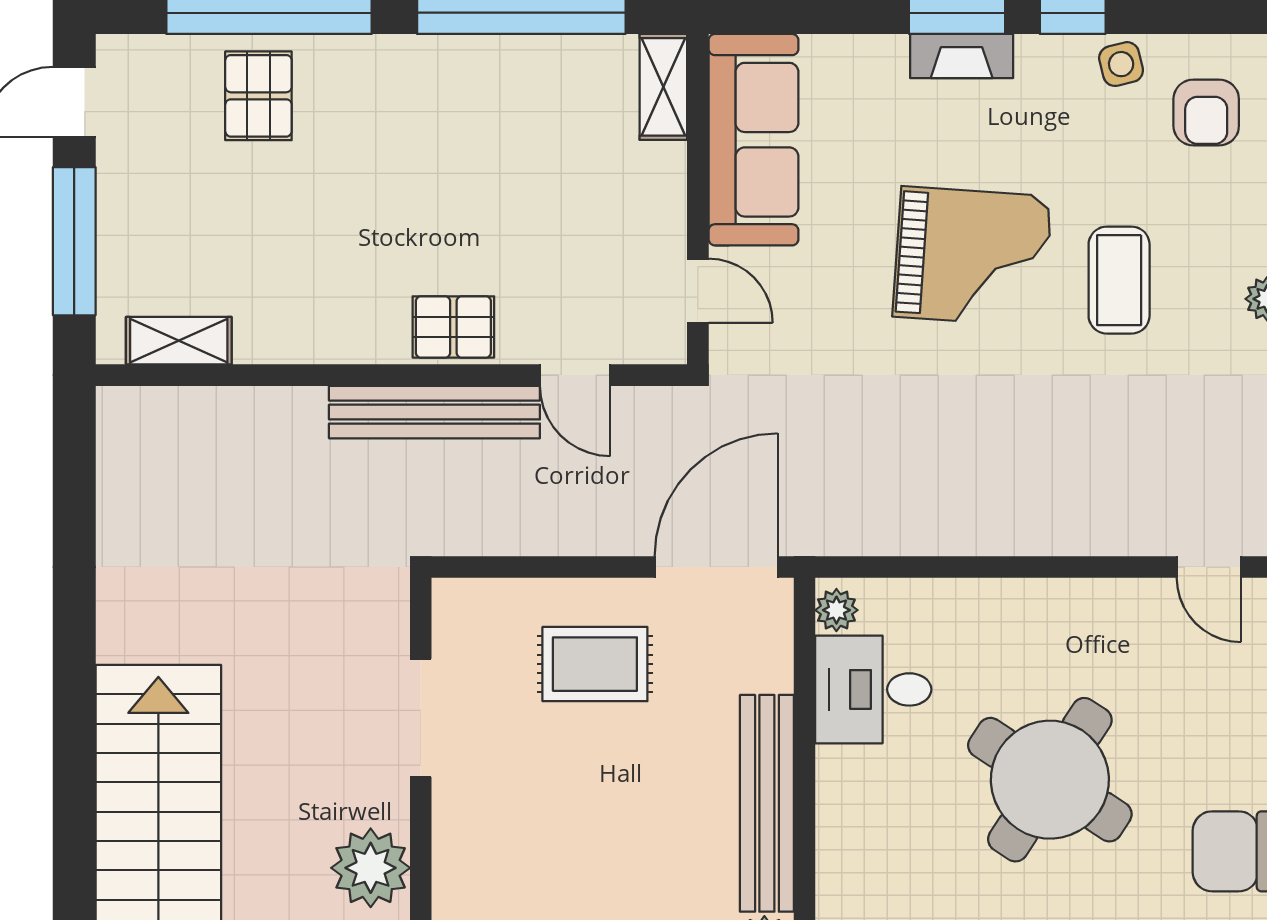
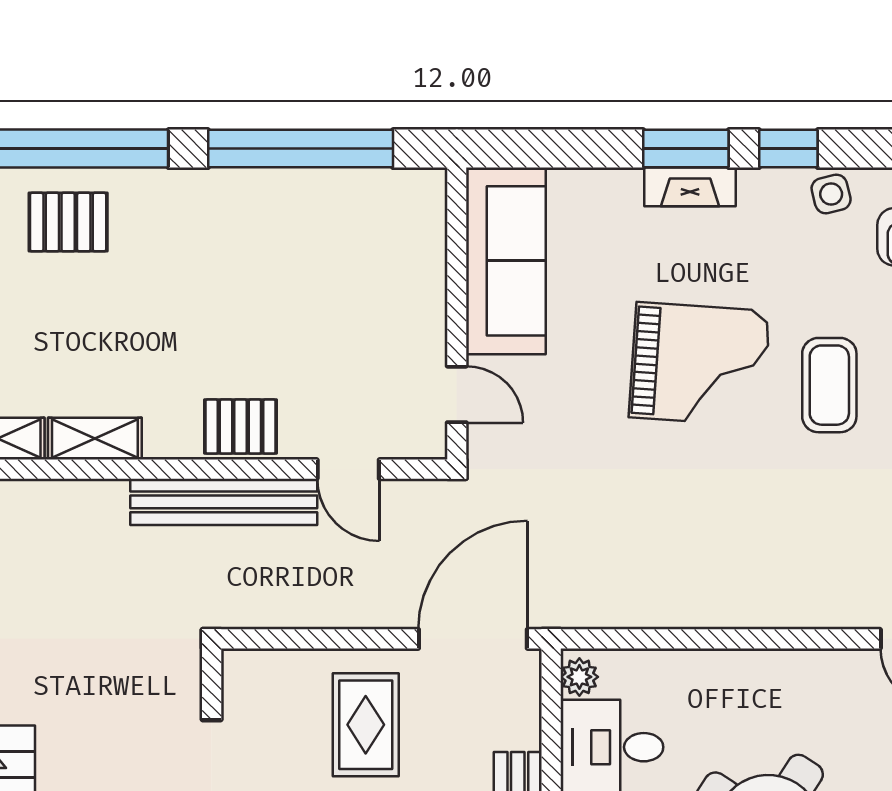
shelving: (663, 87) -> (95, 439), moved, turned 90
pallet: (258, 96) -> (68, 222), turned 90
rug: (595, 664) -> (366, 725), turned 90

